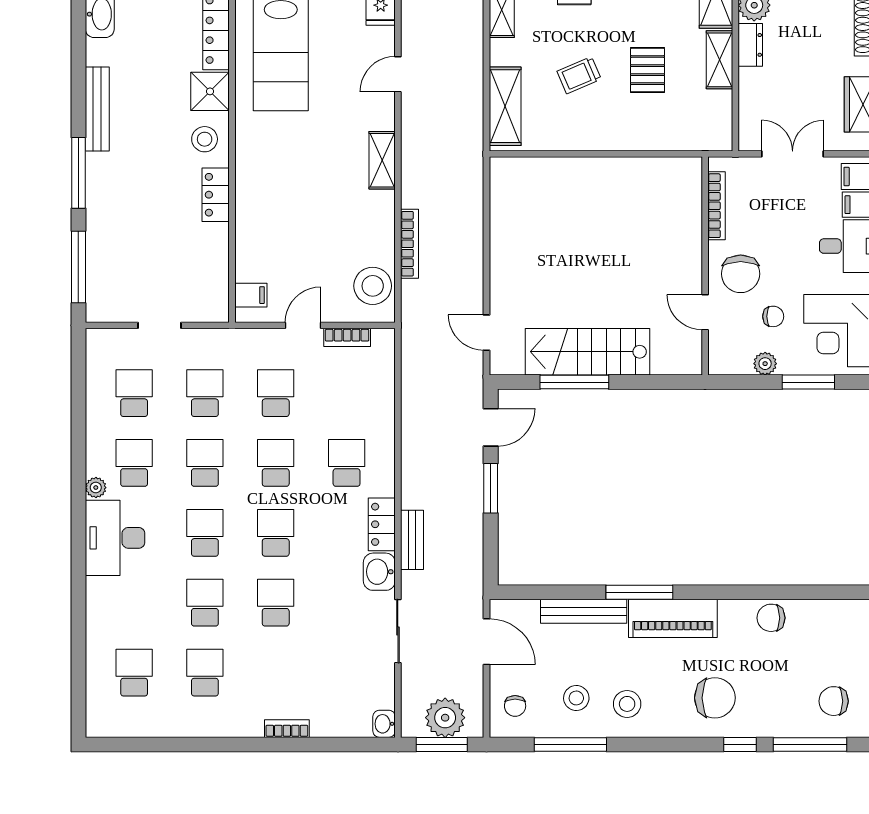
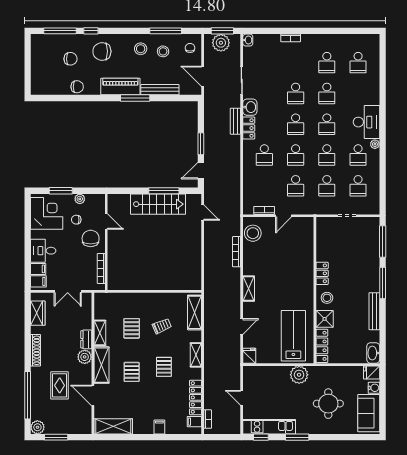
filing cabinet: (251, 295) -> (307, 229), removed
chair: (834, 701) -> (71, 59), moved

